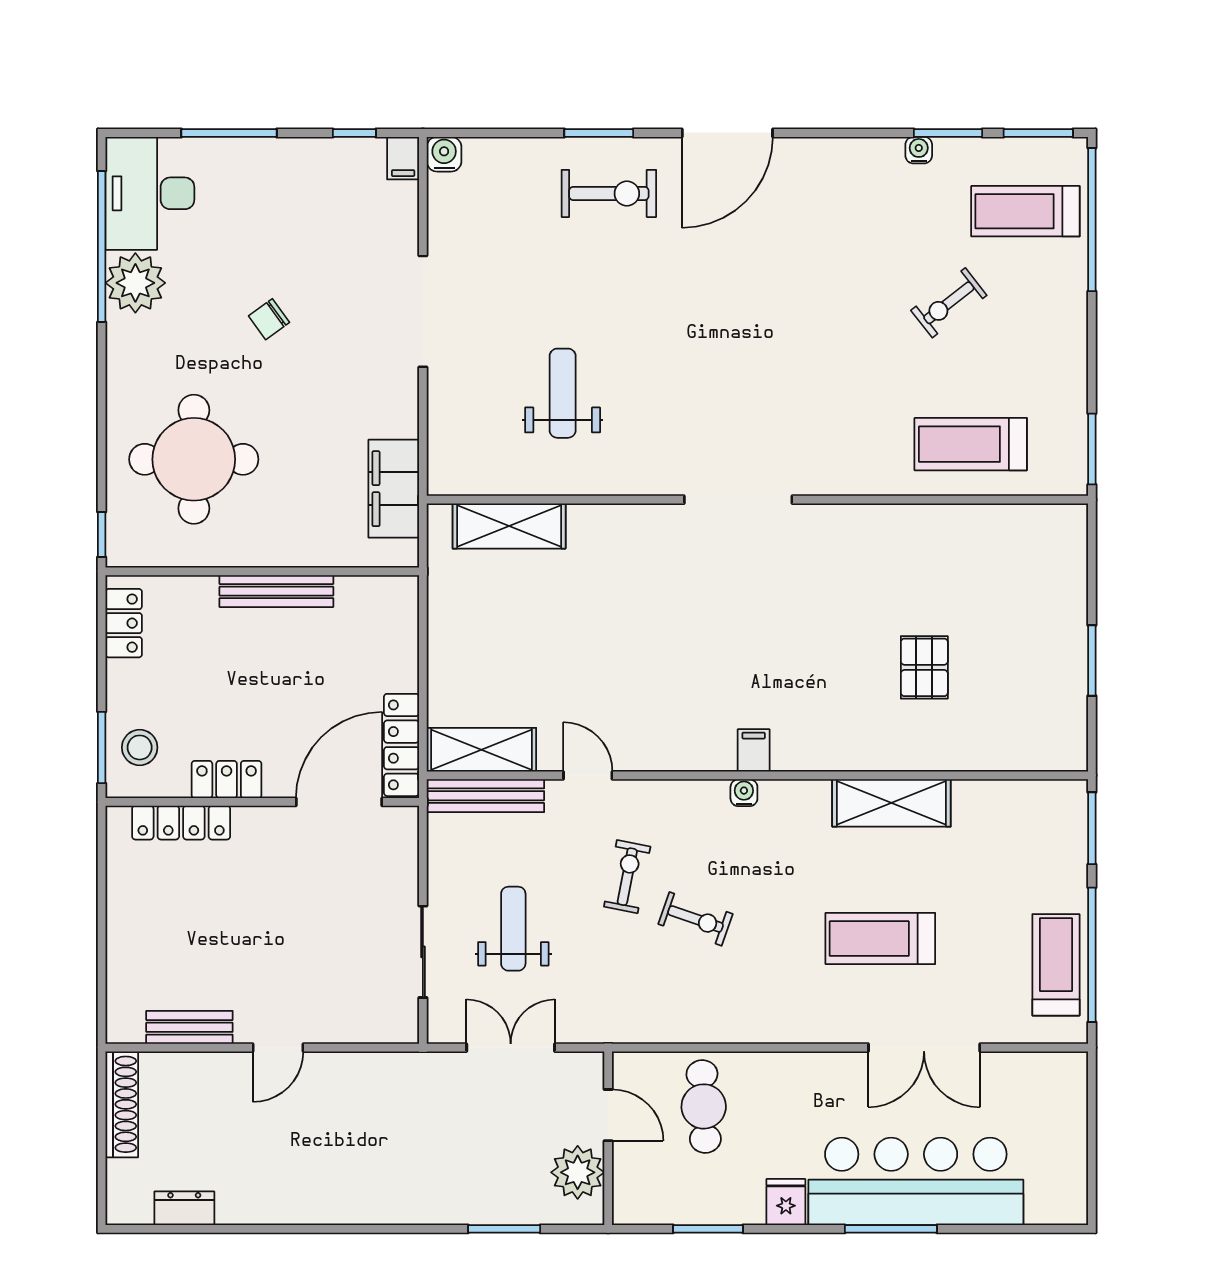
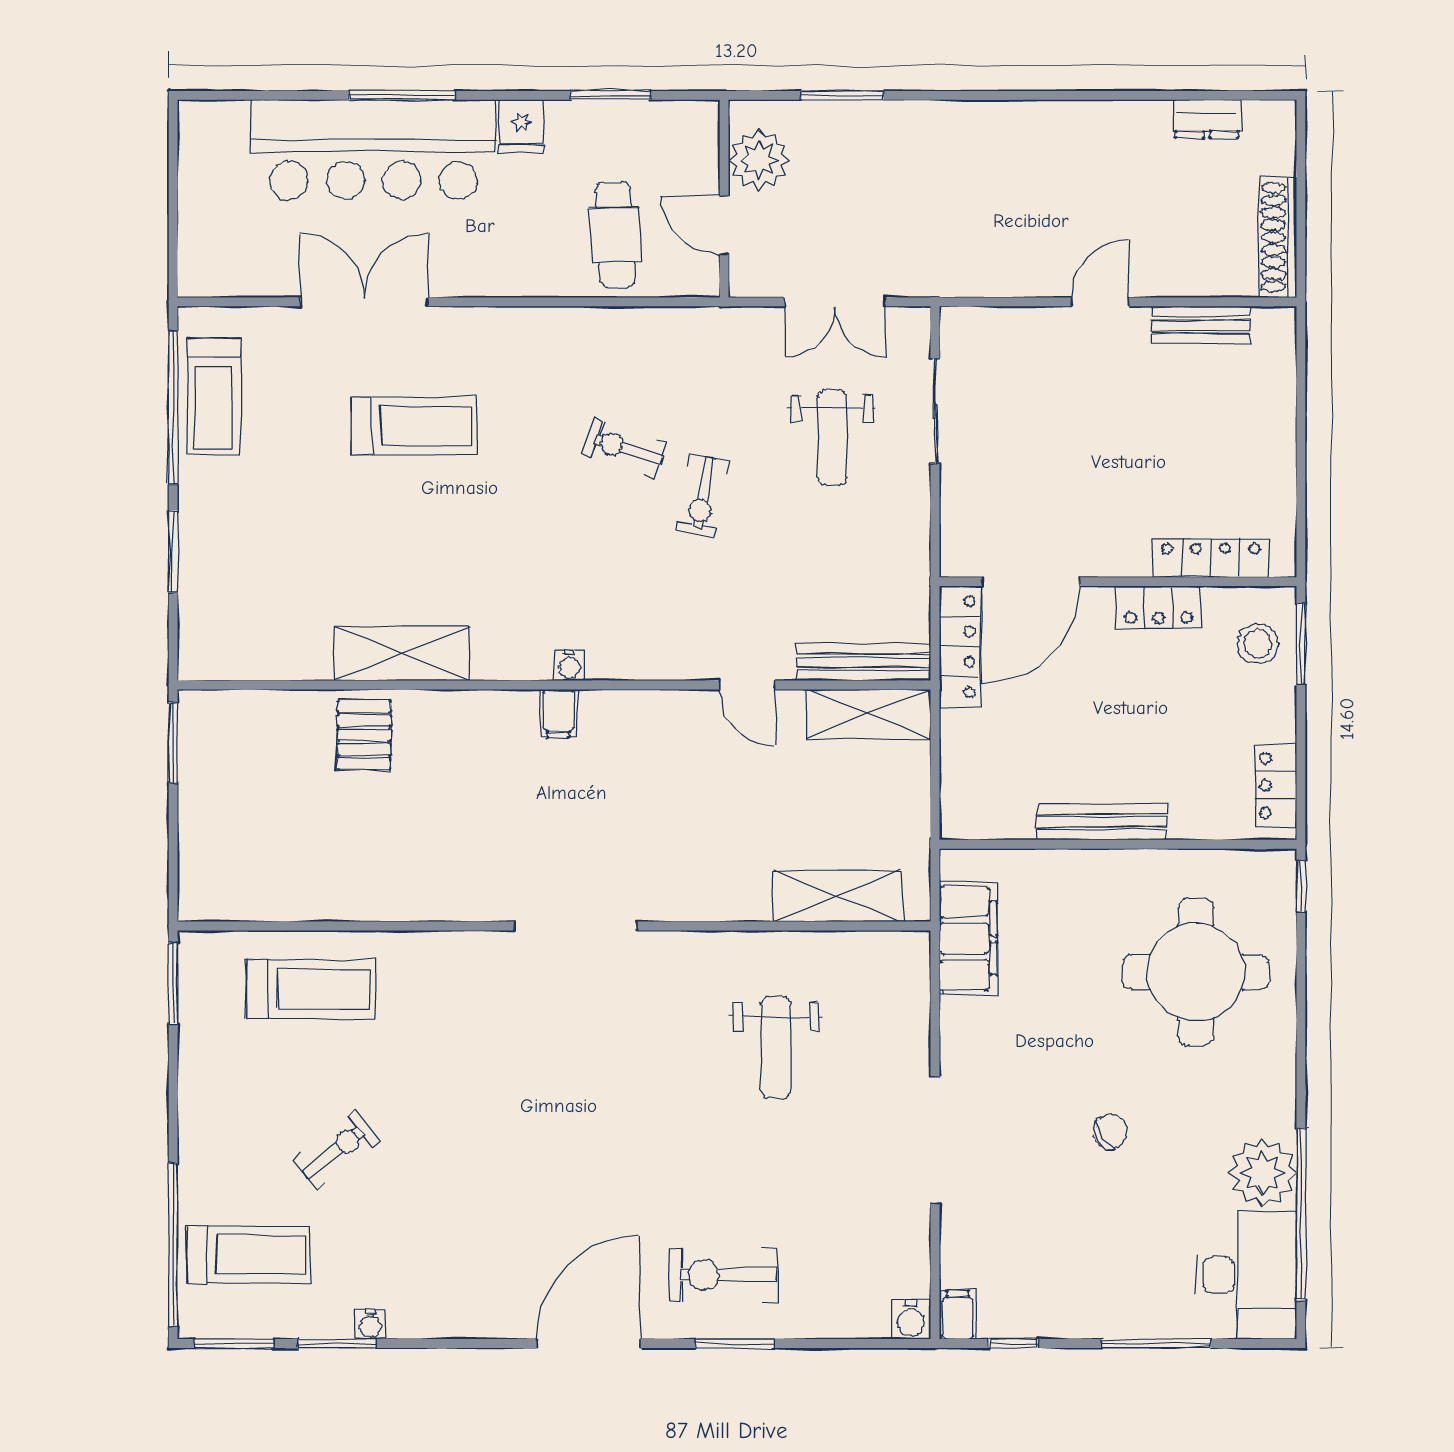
shelving: (481, 750) -> (868, 714), moved
filing cabinet: (754, 750) -> (558, 713), moved
door: (588, 775) -> (747, 685), moved
wall: (757, 775) -> (554, 685), moved
water cooler: (744, 793) -> (569, 665), moved
bench: (485, 796) -> (864, 662), moved
shelving: (891, 803) -> (401, 654), moved

